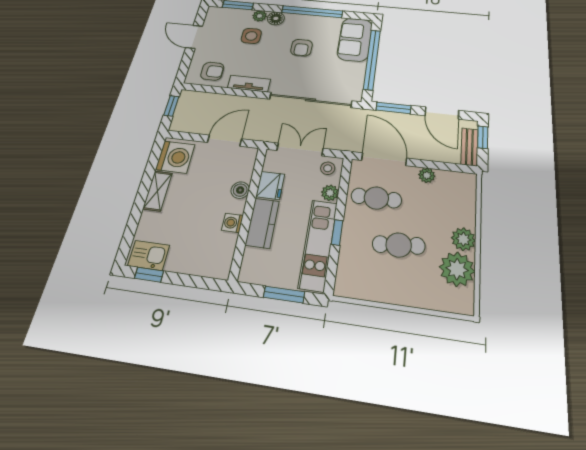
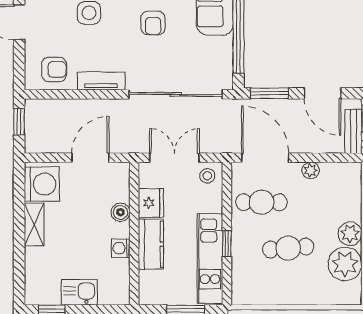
plant: (330, 193) -> (214, 203), removed
kitchen sink: (149, 255) -> (79, 292), moved

